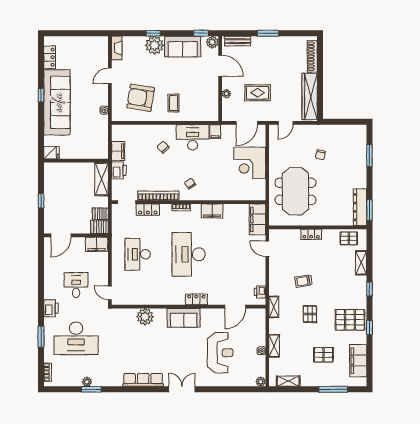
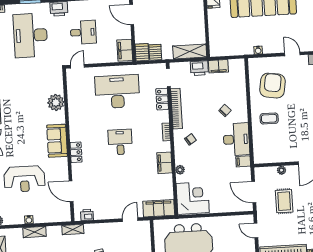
corner desk: (250, 163) -> (193, 198), moved, turned 90
plant: (220, 196) -> (180, 170), added
desk: (138, 254) -> (117, 92), width x1.36, depth x1.30
desk: (189, 254) -> (120, 142), width x0.53, depth x0.77

